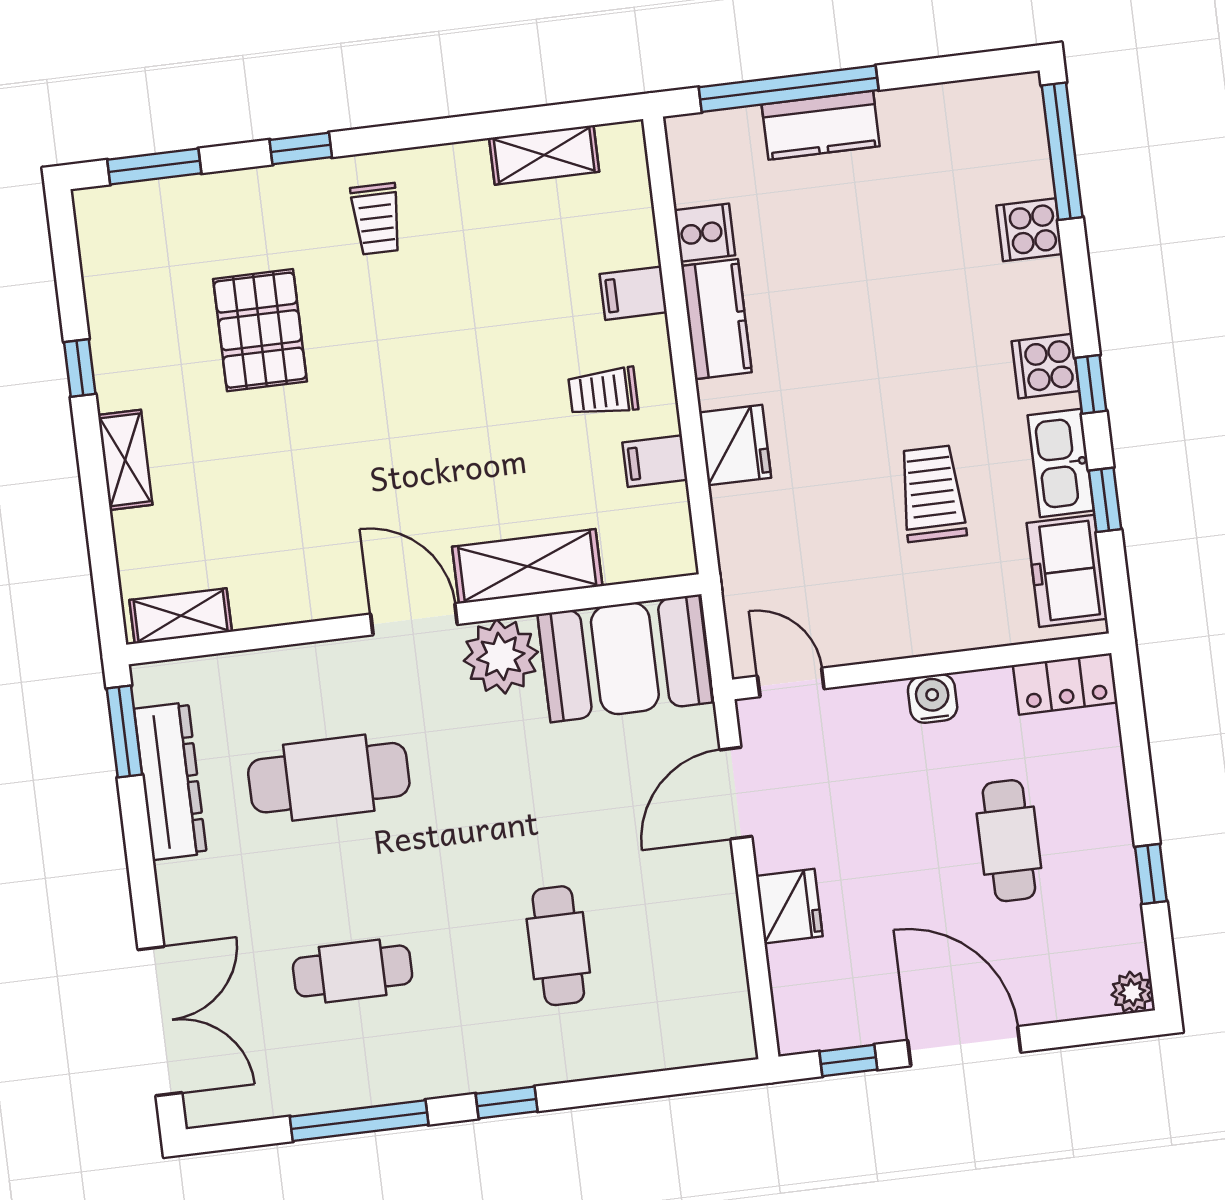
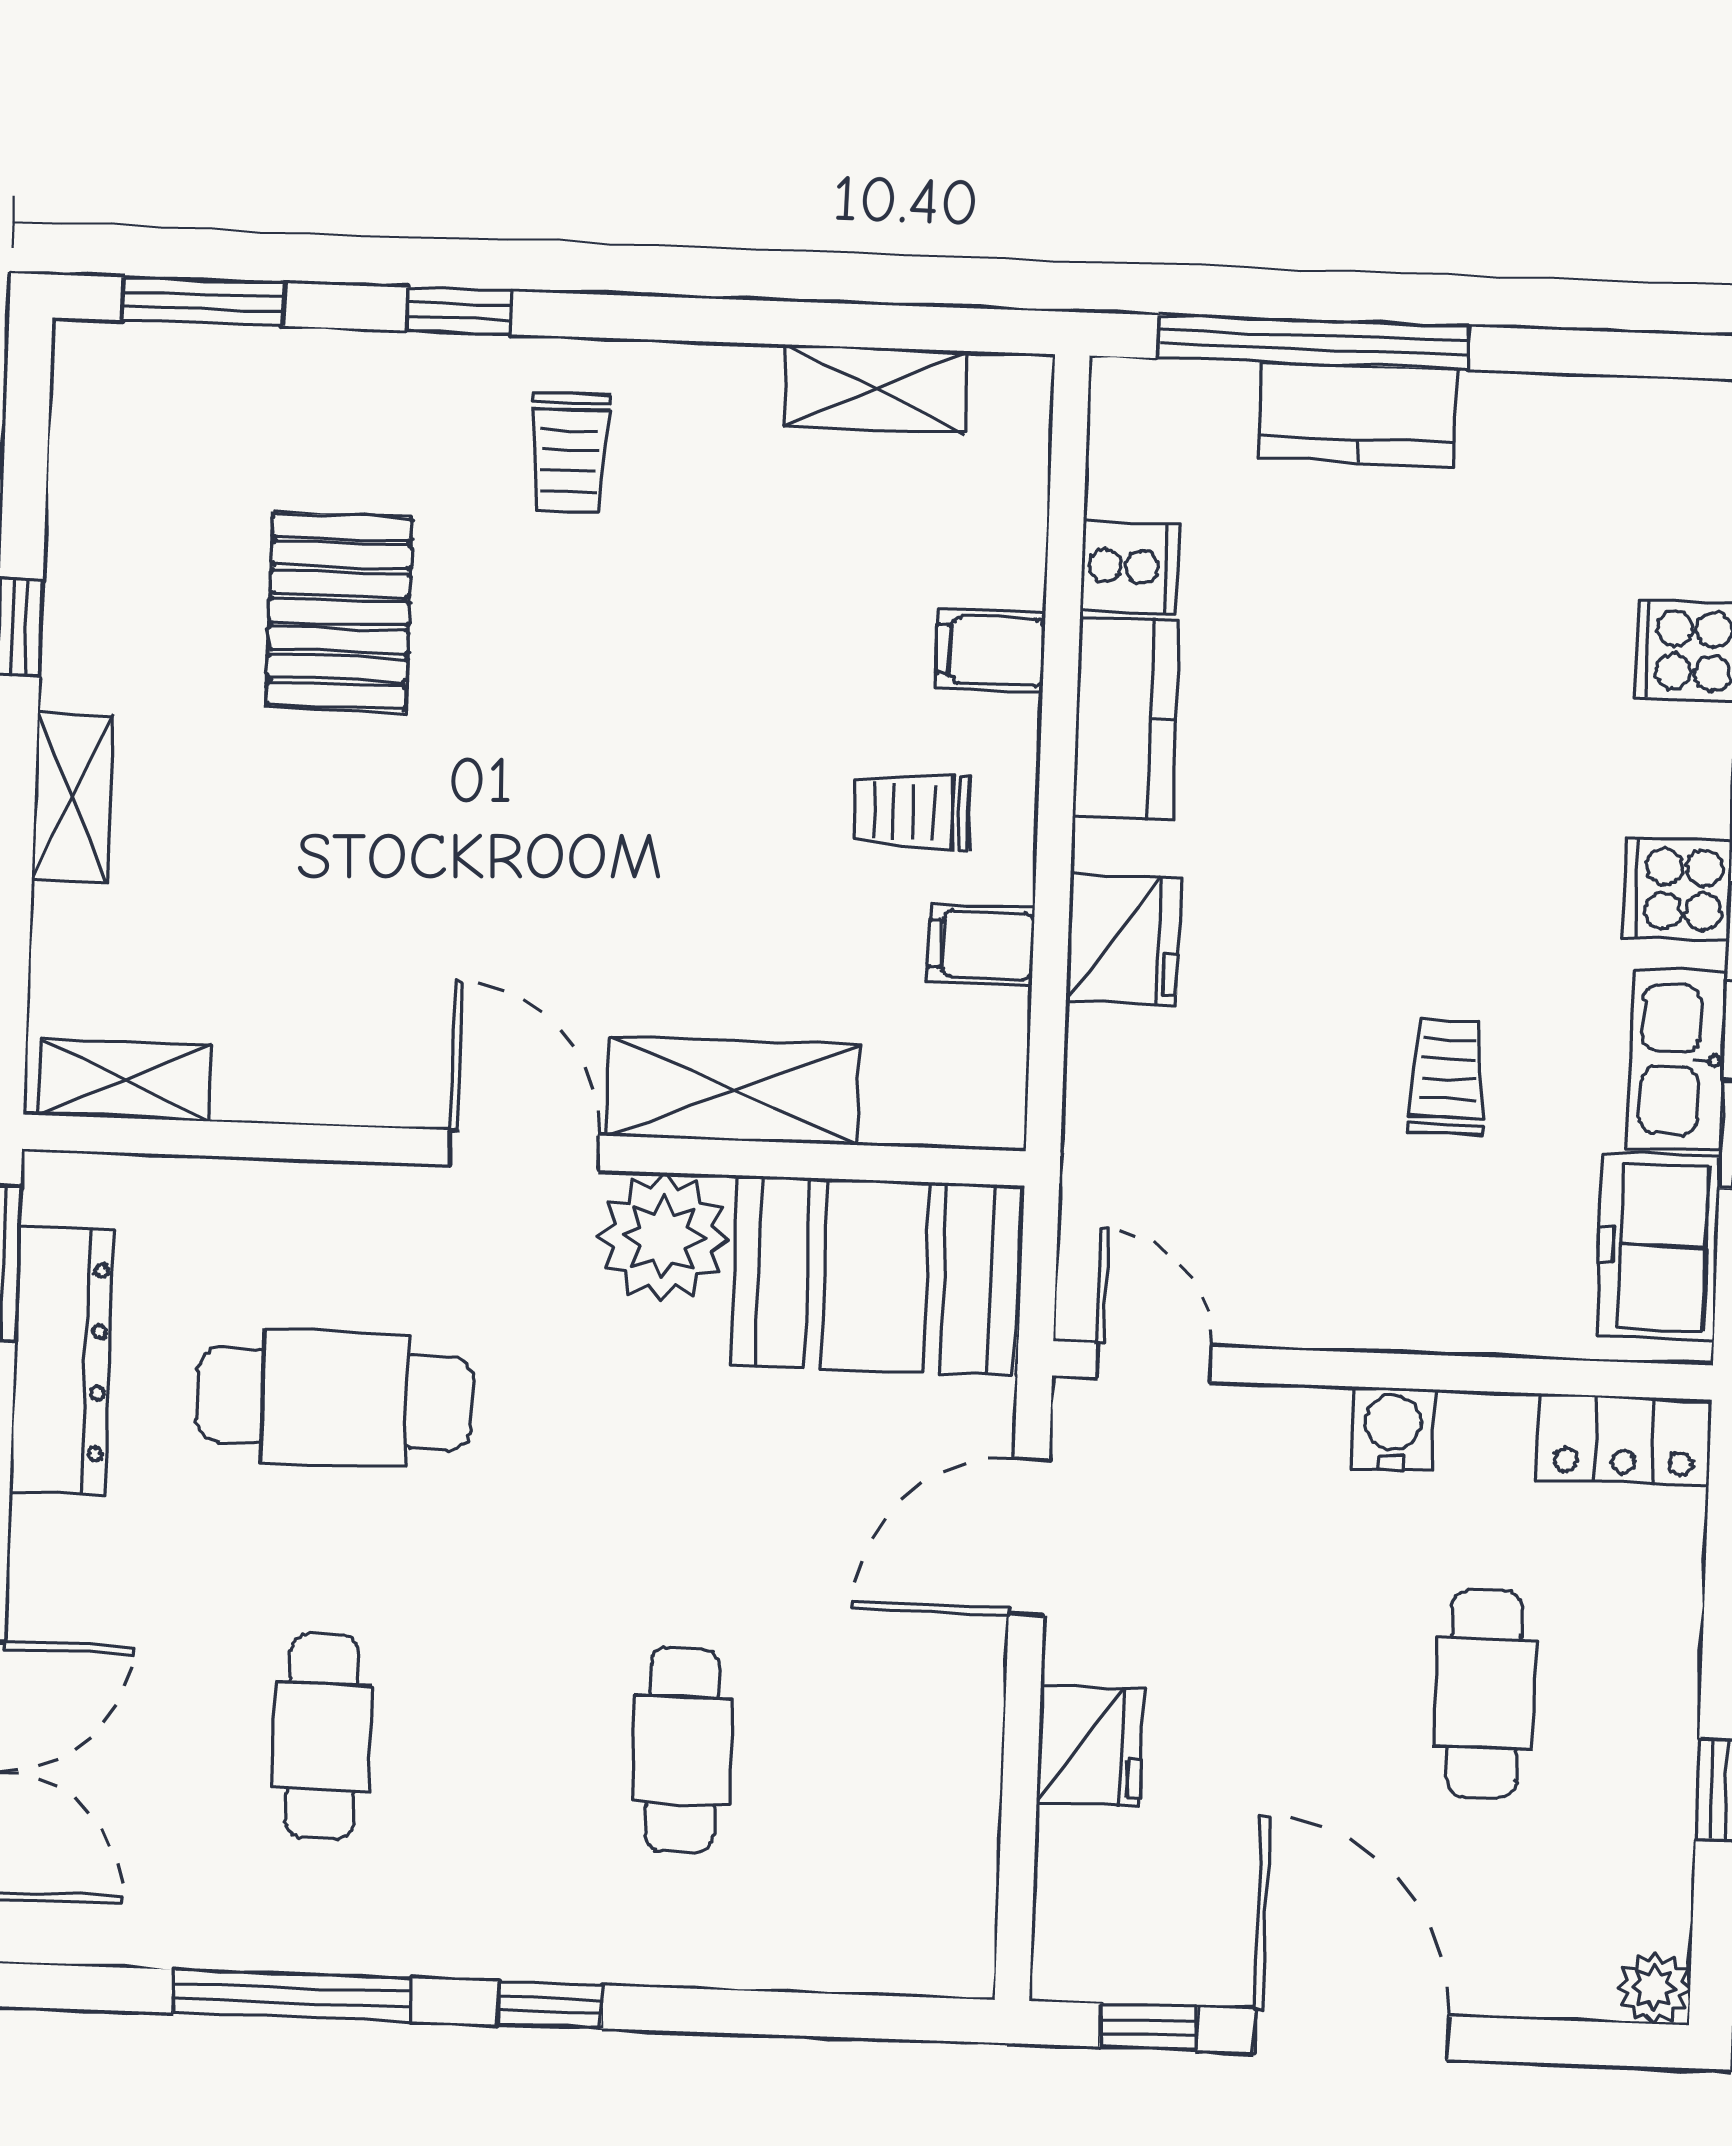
trolley: (932, 494) -> (1448, 1077), width x0.73, depth x0.72
cafe table: (353, 971) -> (322, 1737), turned 90

